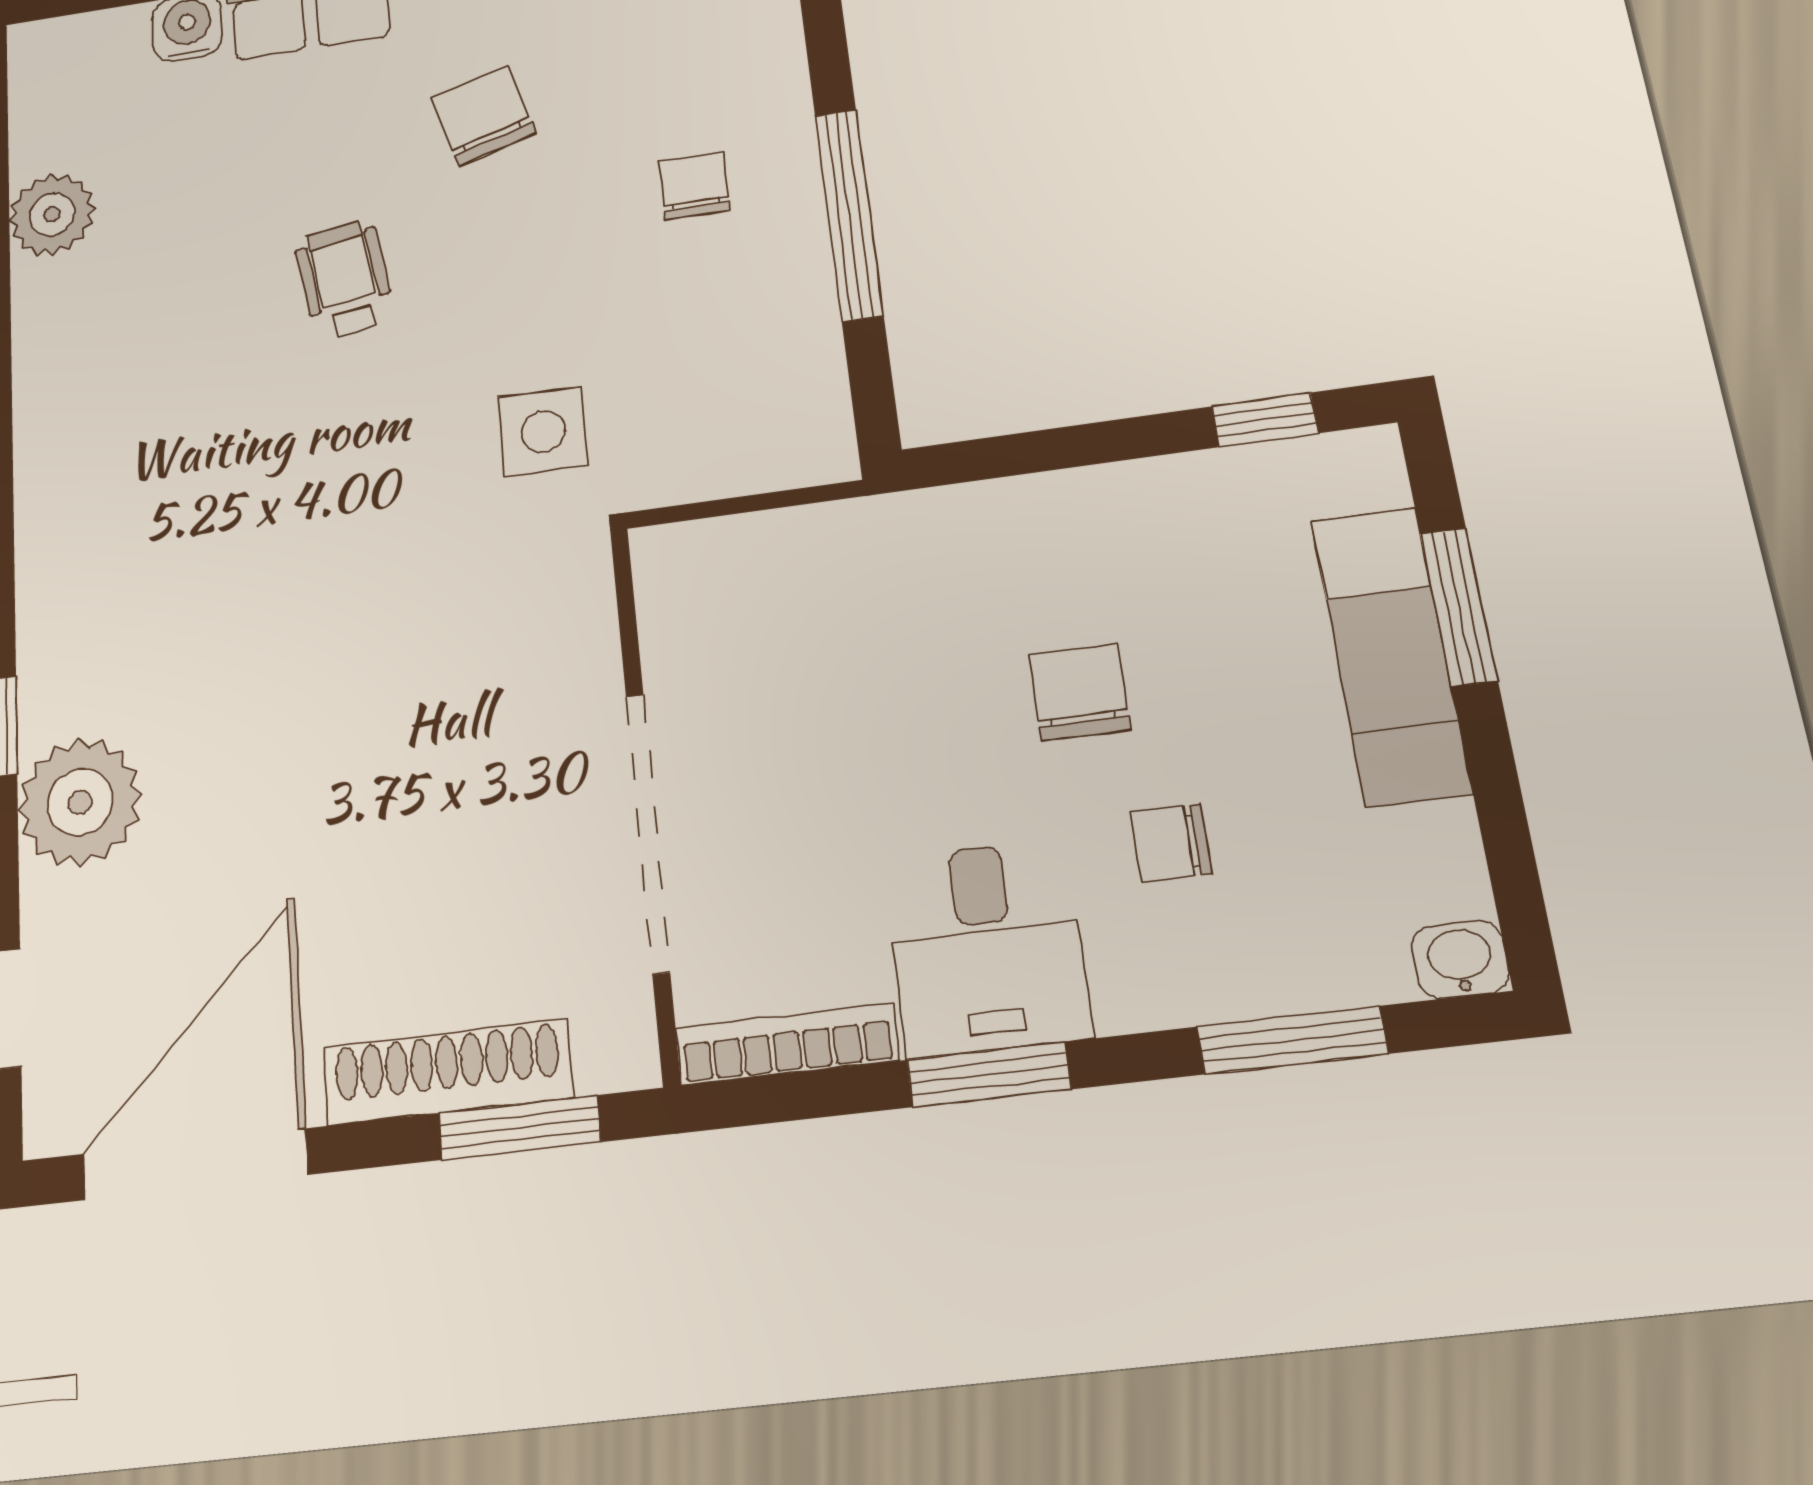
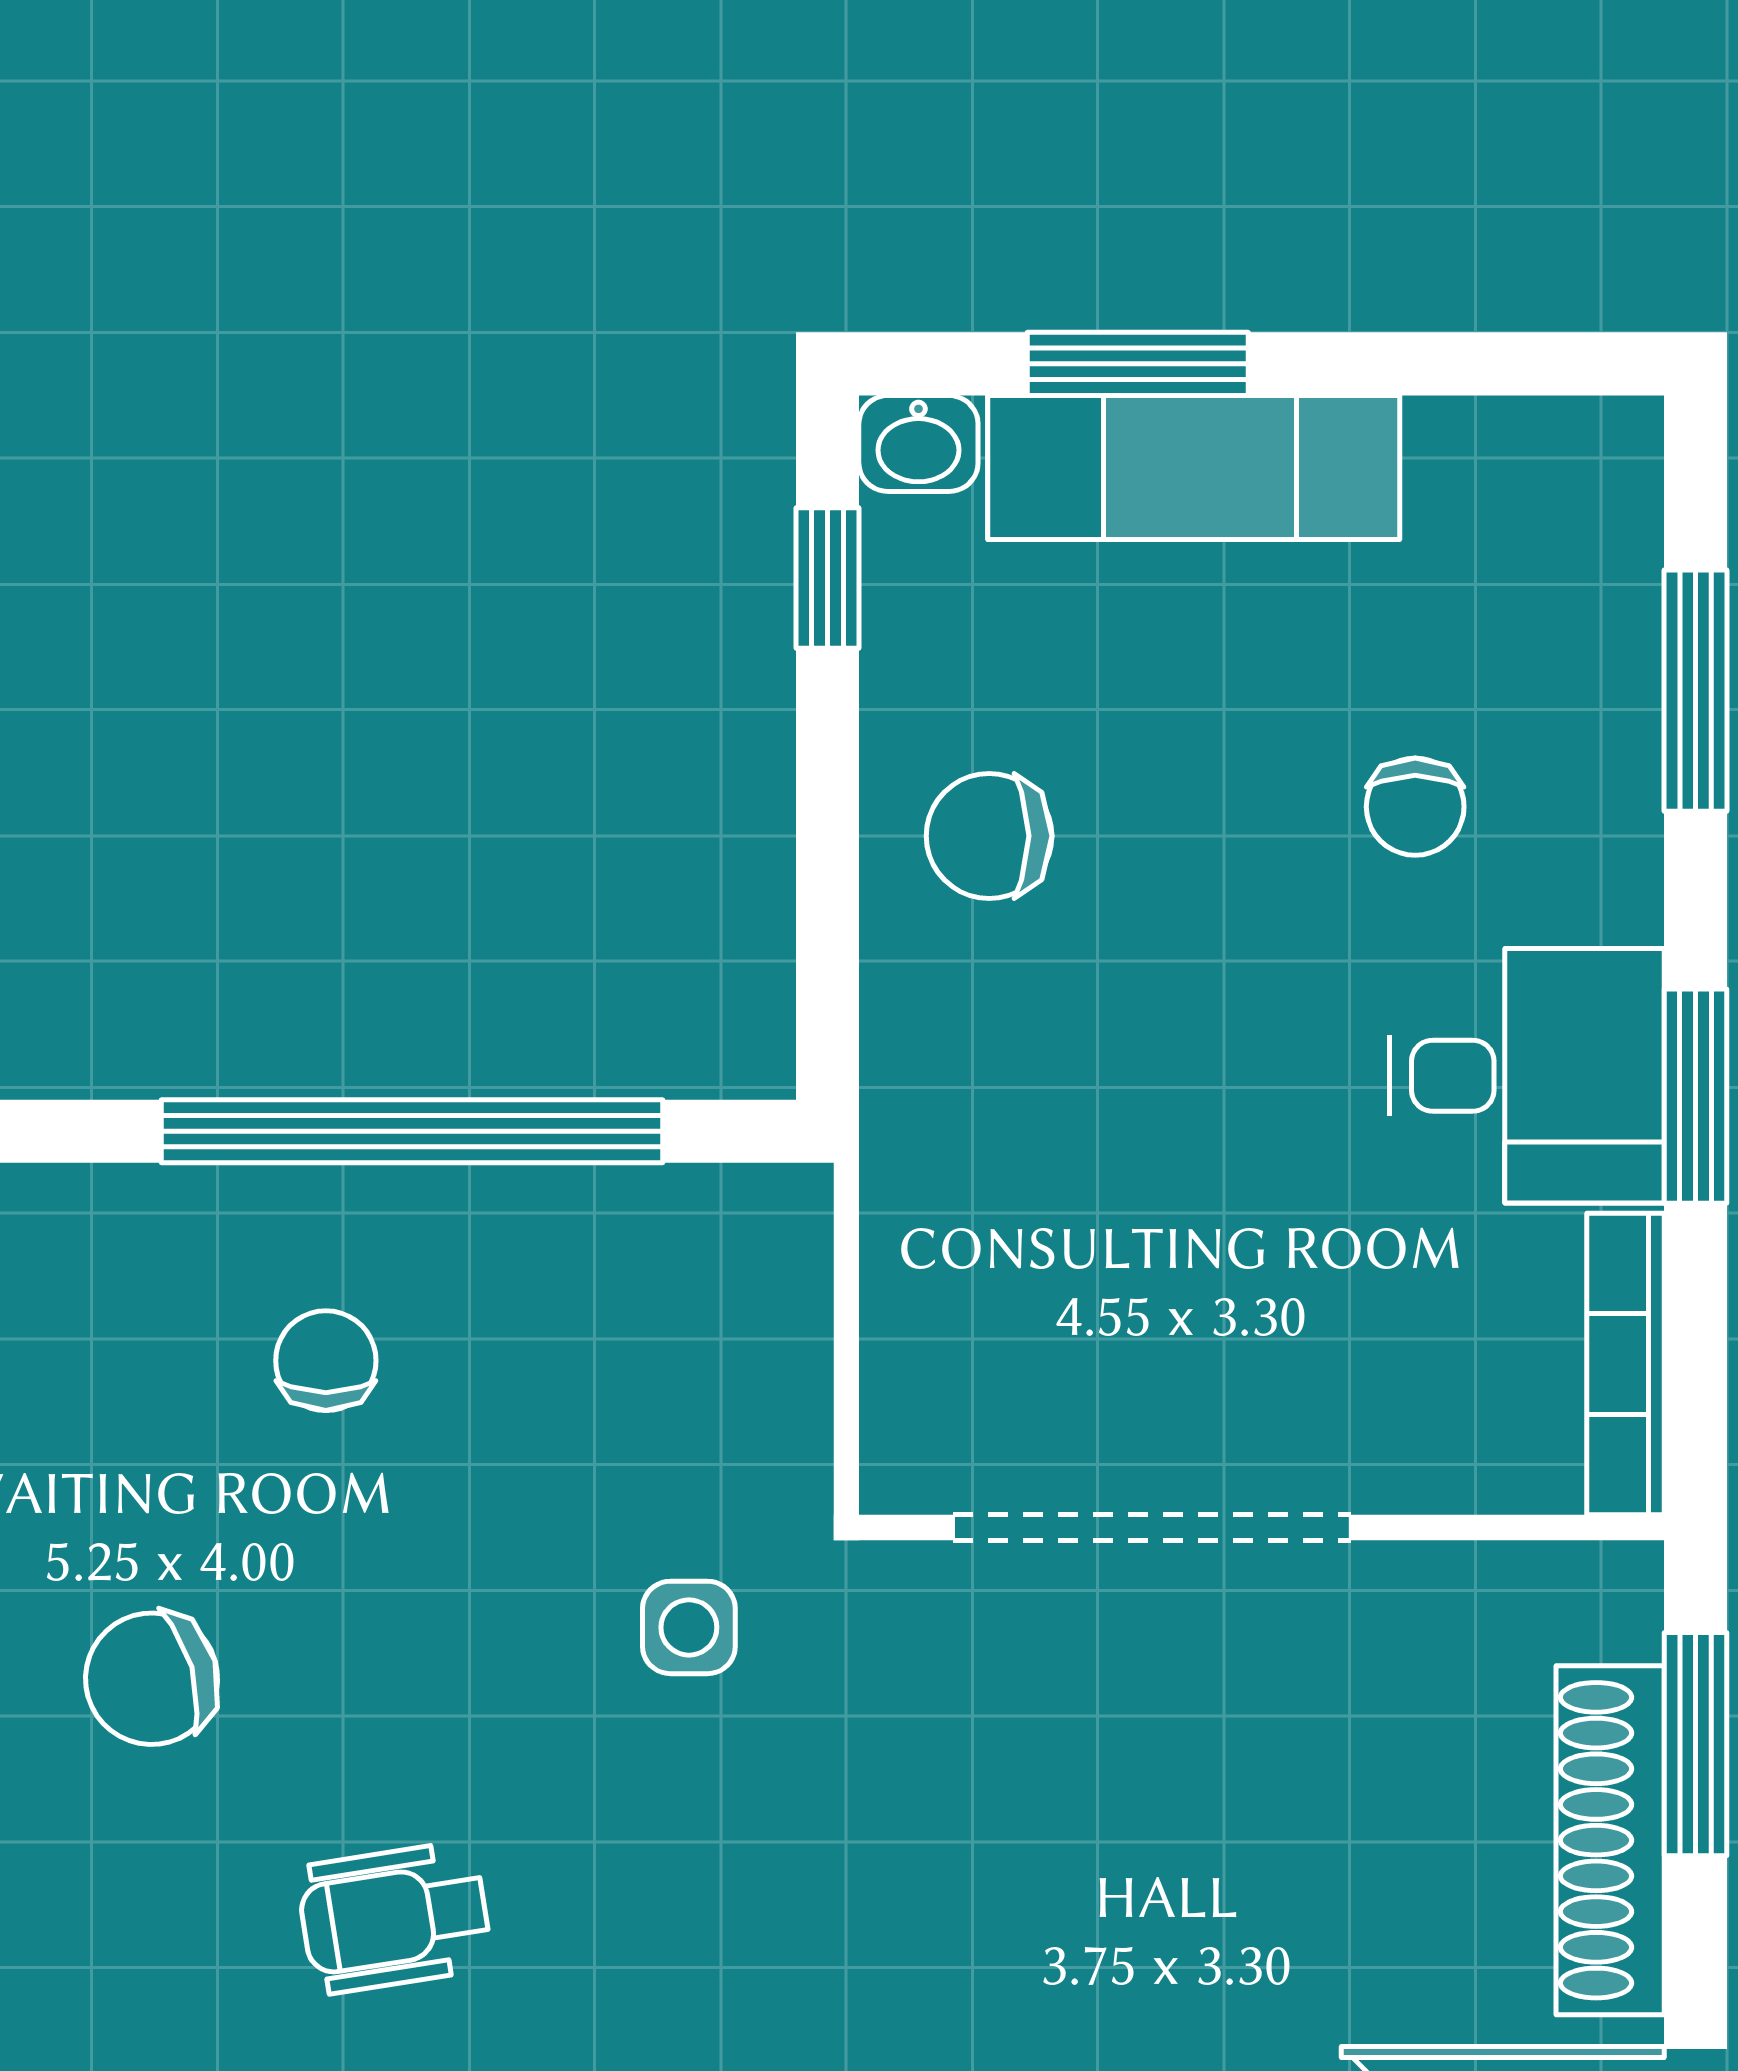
chair: (694, 186) -> (326, 1361), turned 90
window: (849, 215) -> (412, 1131), width x1.46
side table: (543, 431) -> (689, 1627), width x0.73, depth x0.73
chair: (1079, 692) -> (989, 836), moved
doorway: (648, 832) -> (1152, 1527), moved
washbasin: (1460, 960) -> (918, 443), moved, turned -90

